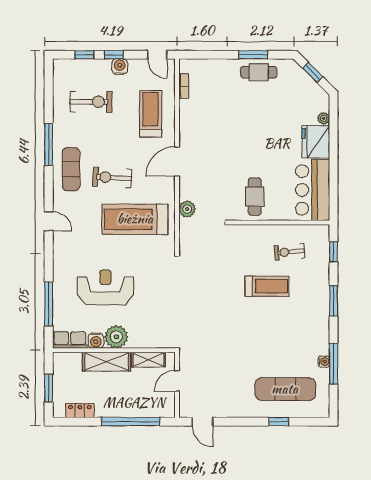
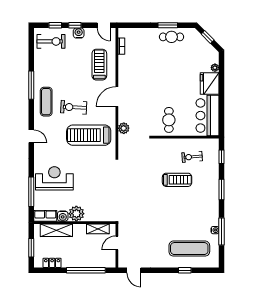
exercise bike: (91, 102) -> (51, 41), moved
reception desk: (105, 287) -> (54, 178), moved
shelving: (107, 362) -> (56, 230), moved

